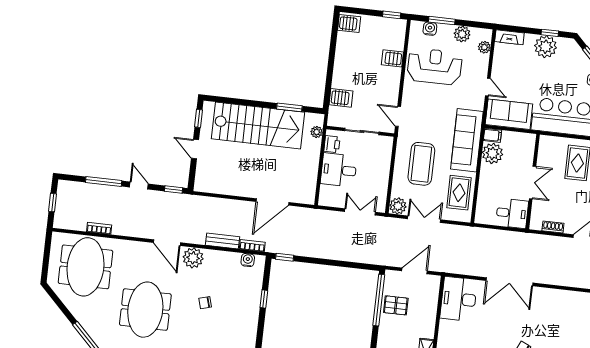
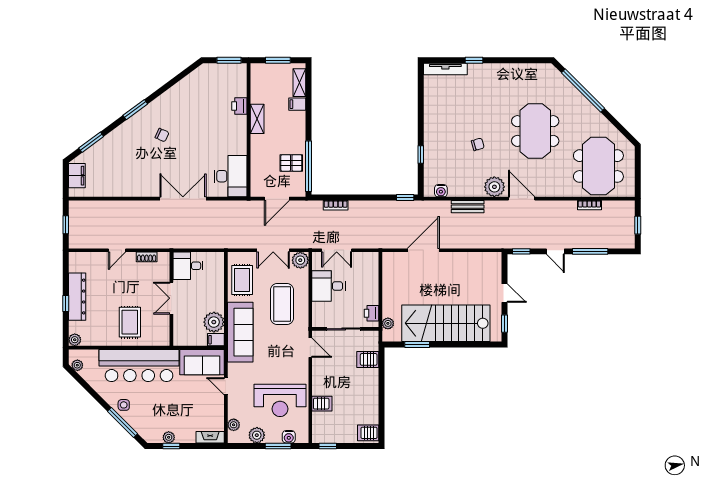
plant: (546, 47) -> (169, 437), width x0.53, depth x0.53
desk: (339, 170) -> (329, 286), moved, turned 180
bookcase: (252, 246) -> (336, 205), moved

